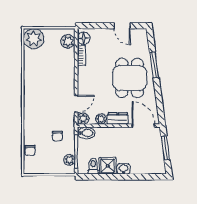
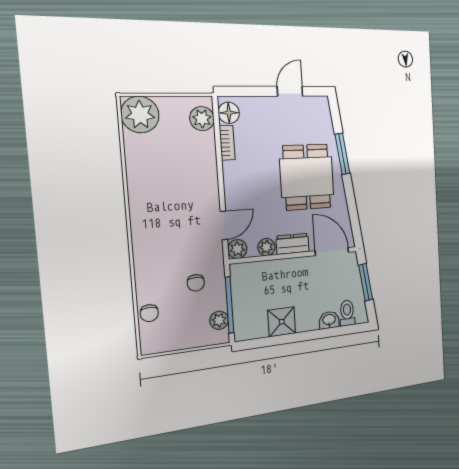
door: (122, 26) -> (290, 91), swing flipped
bidet: (86, 133) -> (244, 273), removed
toilet: (93, 166) -> (347, 313), moved
washbasin: (124, 169) -> (329, 320), moved

